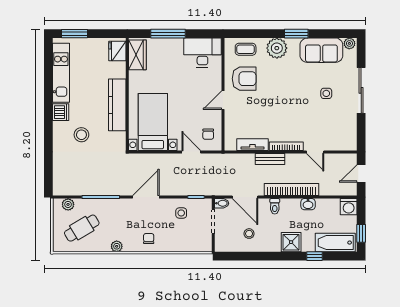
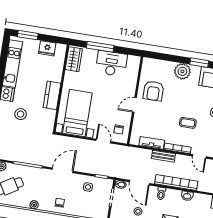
coffee table: (246, 49) -> (188, 123), moved
fridge: (117, 51) -> (47, 48), moved, turned -90
desk: (202, 53) -> (111, 64), moved
armchair: (244, 79) -> (153, 91), turned 90
kitchen counter: (117, 105) -> (52, 95), width x0.67

